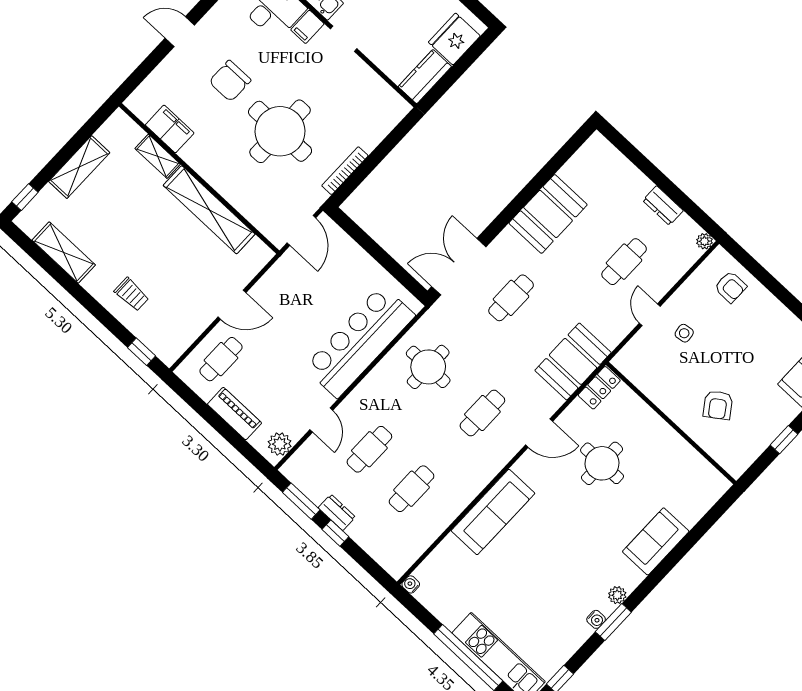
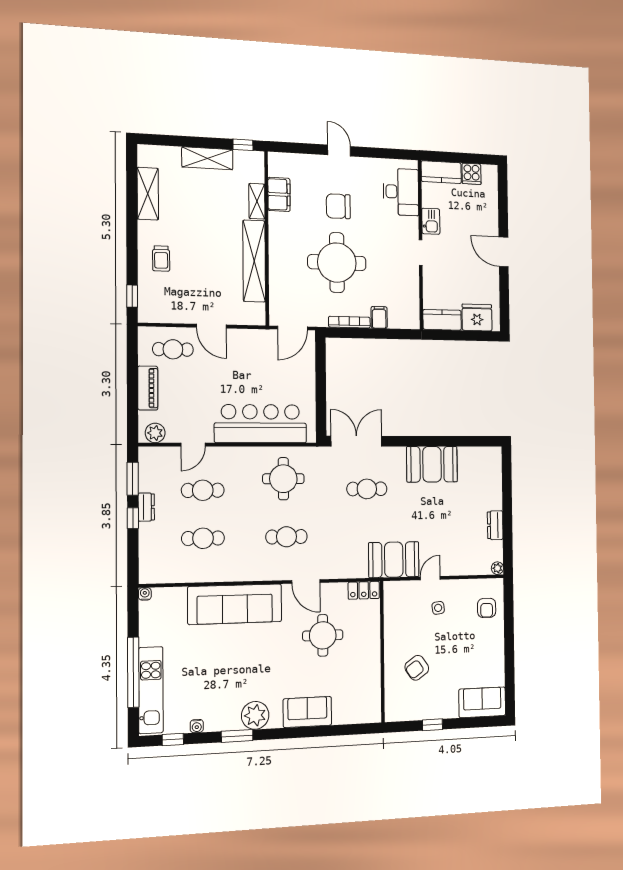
filing cabinet: (307, 27) -> (379, 317), moved, turned 90
window: (25, 197) -> (243, 145), moved
cafe table: (624, 262) -> (446, 534), removed
booth: (573, 361) -> (394, 560), moved
sofa: (493, 512) -> (235, 604), width x1.36, depth x1.27
plant: (617, 595) -> (255, 715), width x1.87, depth x1.87
water cooler: (596, 619) -> (197, 726), moved

